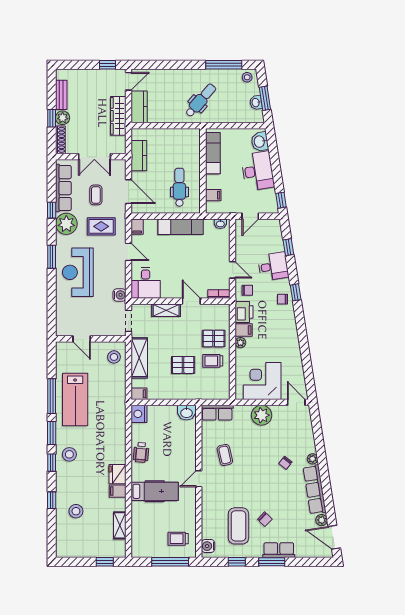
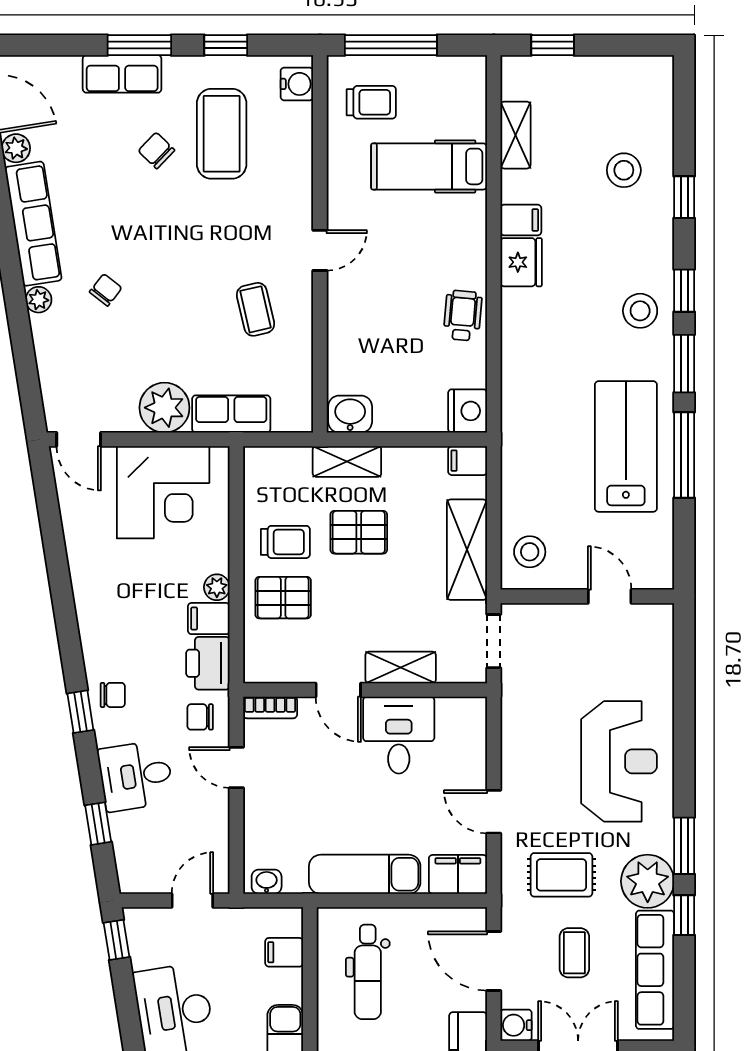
filing cabinet: (137, 227) -> (458, 874), width x2.00
window: (52, 257) -> (684, 846), moved
desk: (146, 283) -> (399, 735), moved
water cooler: (119, 295) -> (516, 1025), moved
shelving: (188, 393) -> (347, 461), added
row of seats: (217, 413) -> (231, 414), moved
hospital bed: (155, 491) -> (429, 166), moved

